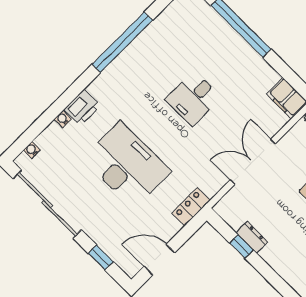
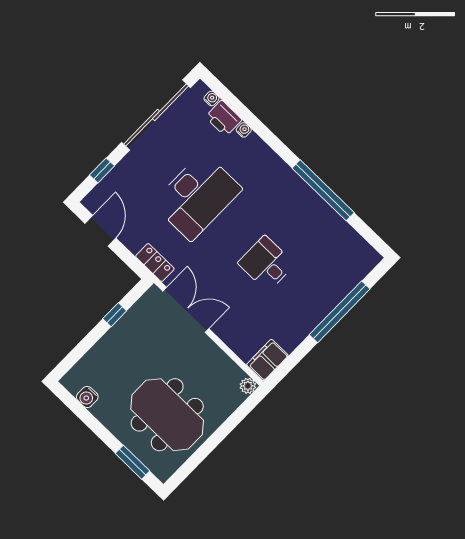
printer: (82, 107) -> (224, 118), moved
double door: (253, 162) -> (186, 310), moved
dresser: (252, 237) -> (124, 325), removed

